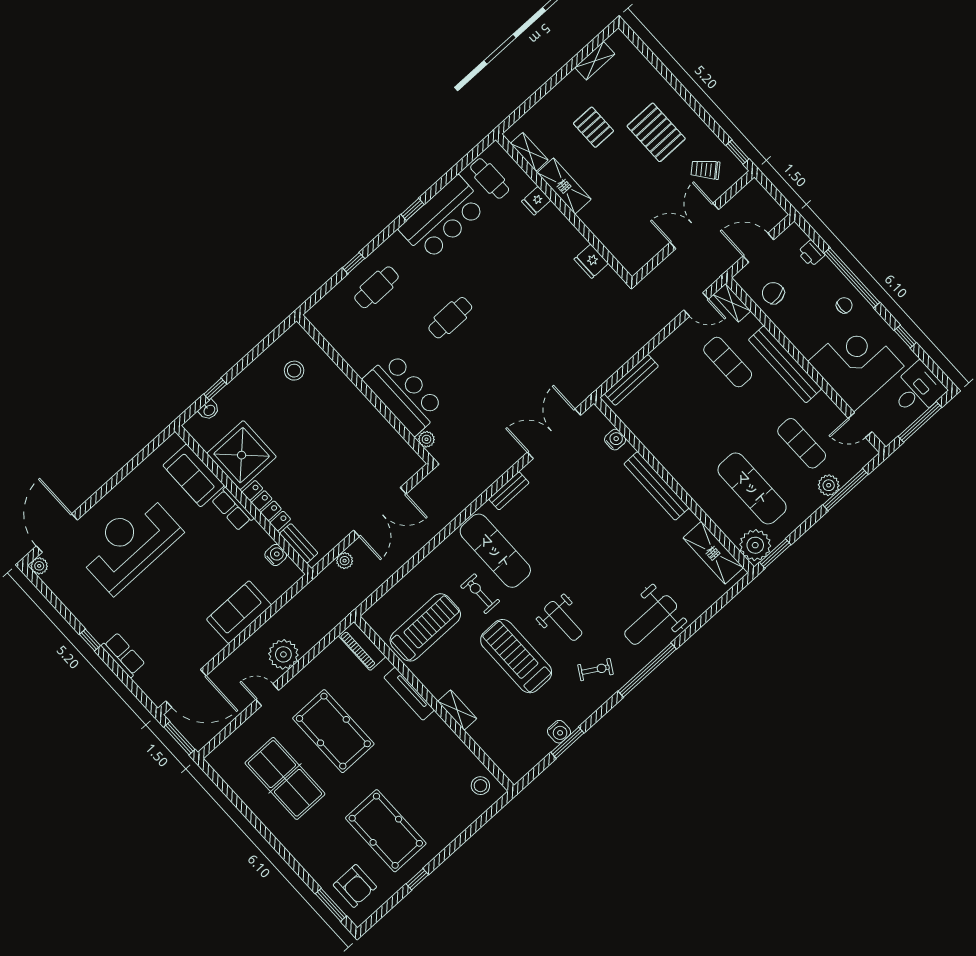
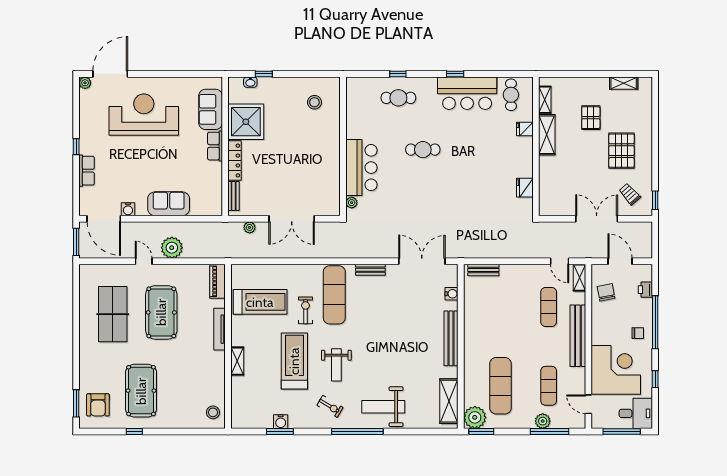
bench: (631, 380) -> (483, 270), width x0.73
water cooler: (276, 555) -> (128, 209), moved, turned 90

